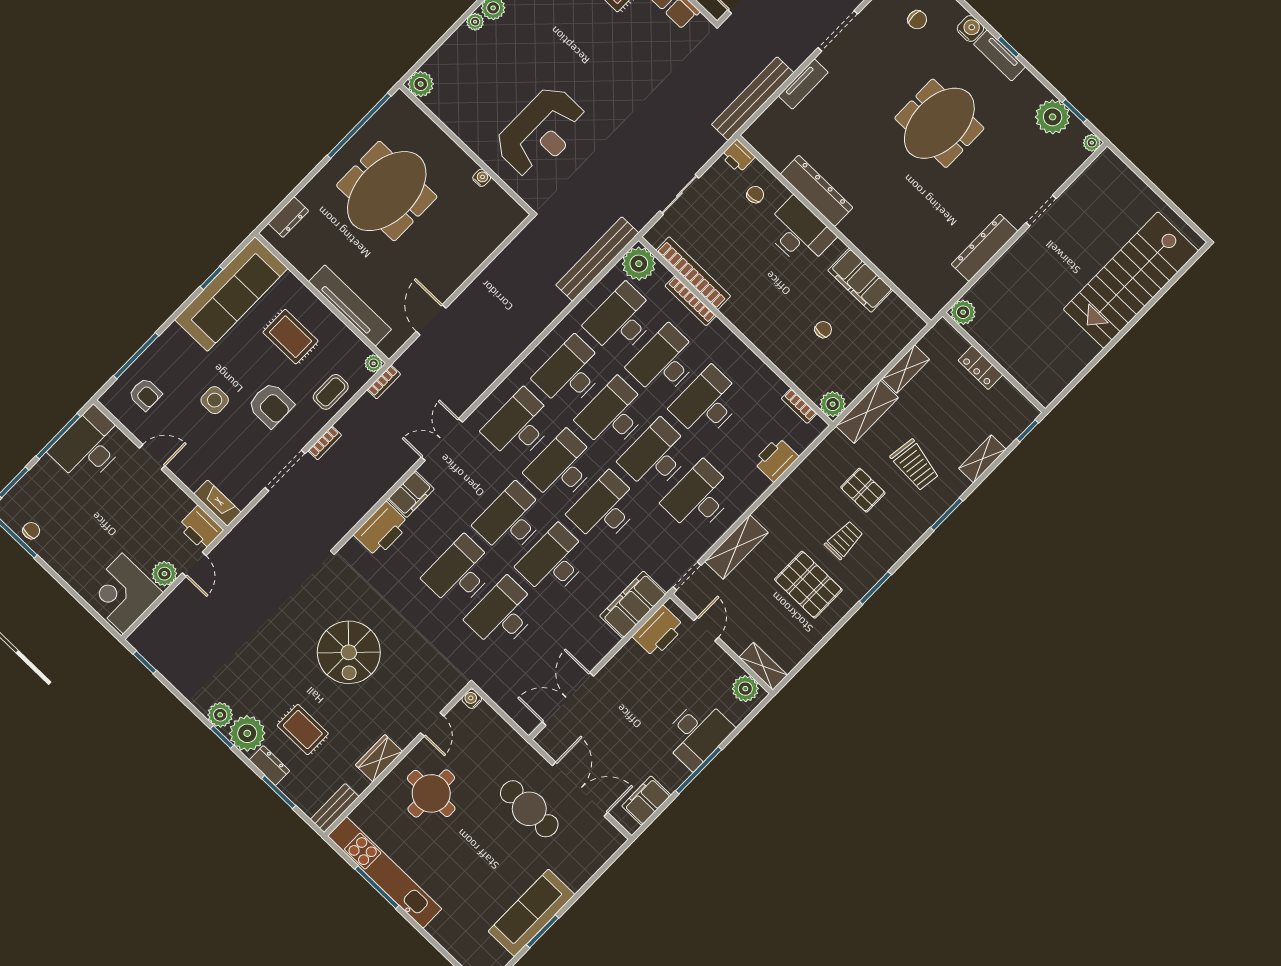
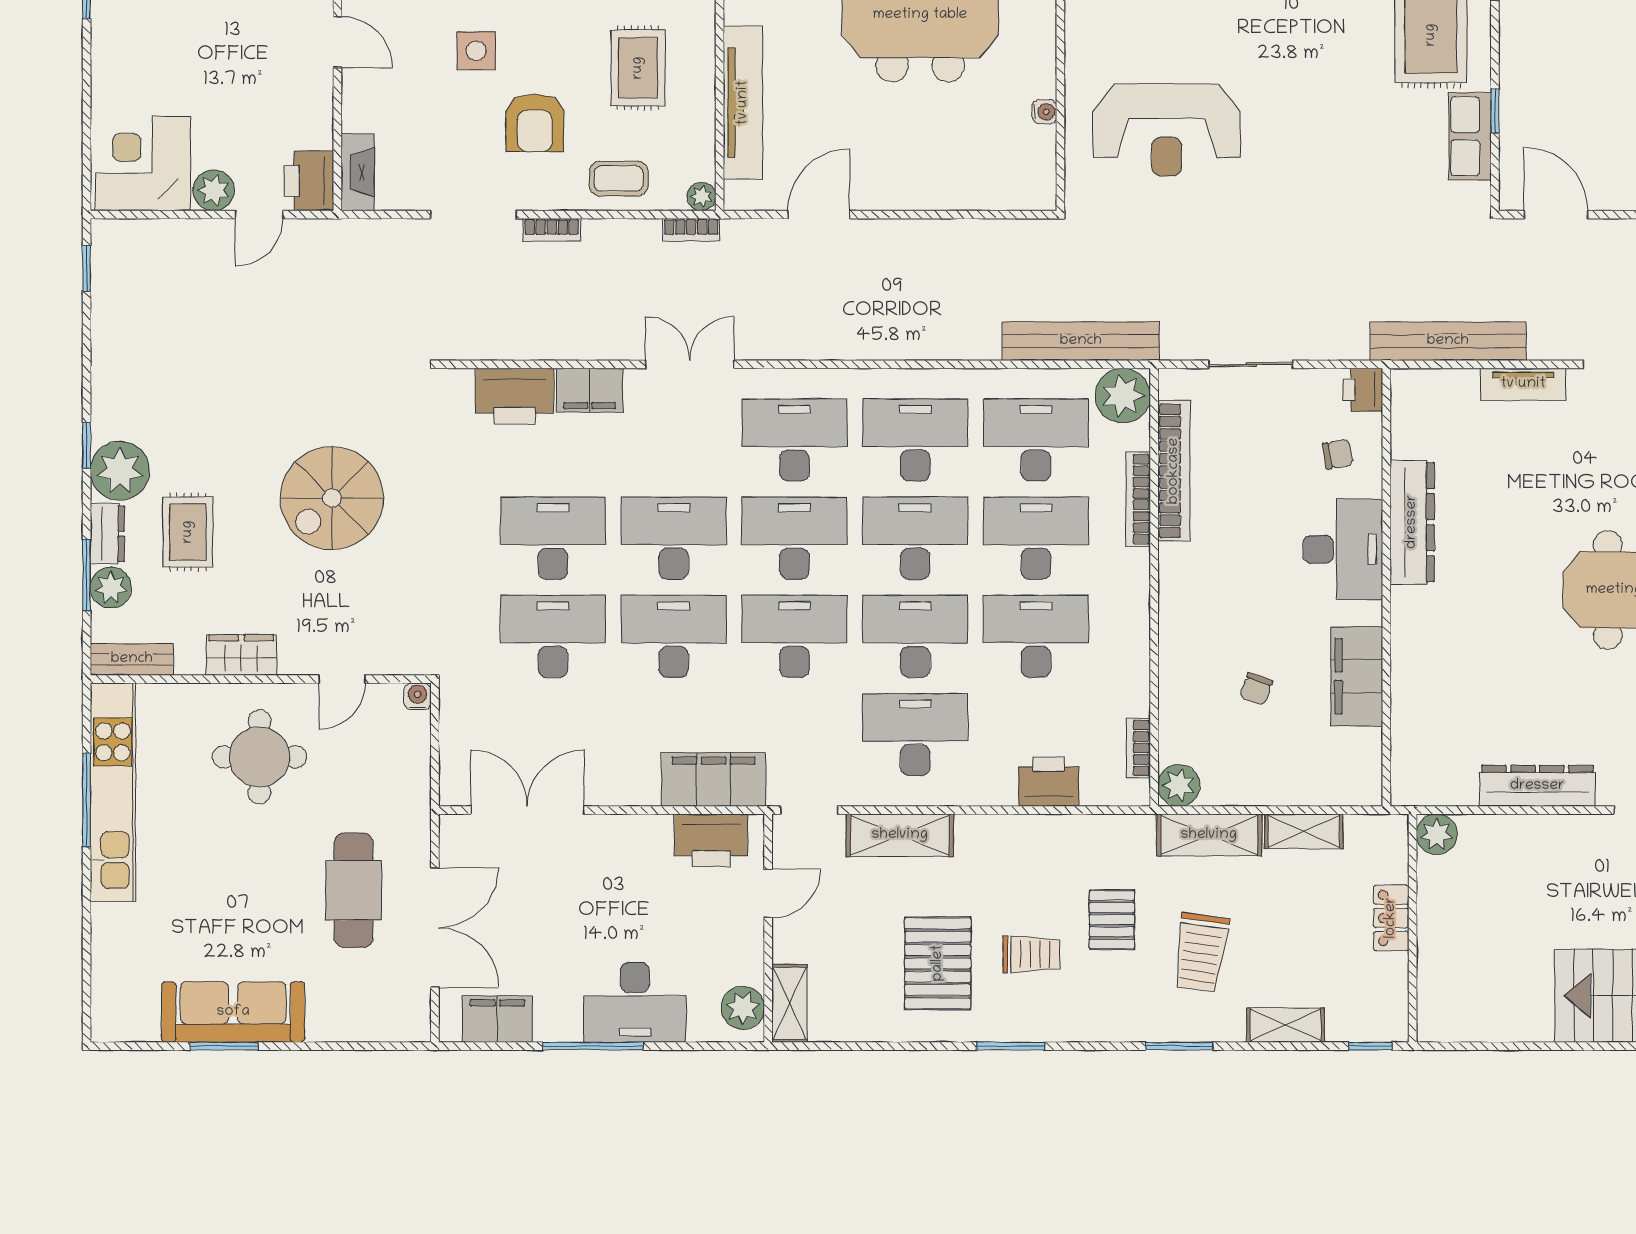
chair: (823, 330) -> (1256, 689), turned 109
plant: (220, 715) -> (111, 588), moved

